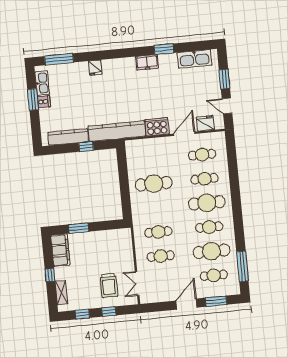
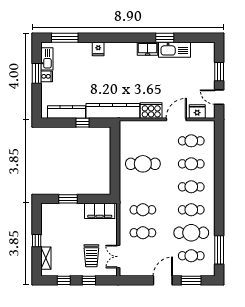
kitchen sink: (195, 59) -> (174, 50), moved
cafe table: (207, 203) -> (191, 187), width x0.73, depth x0.74
filing cabinet: (60, 250) -> (100, 211), moved, turned 90

